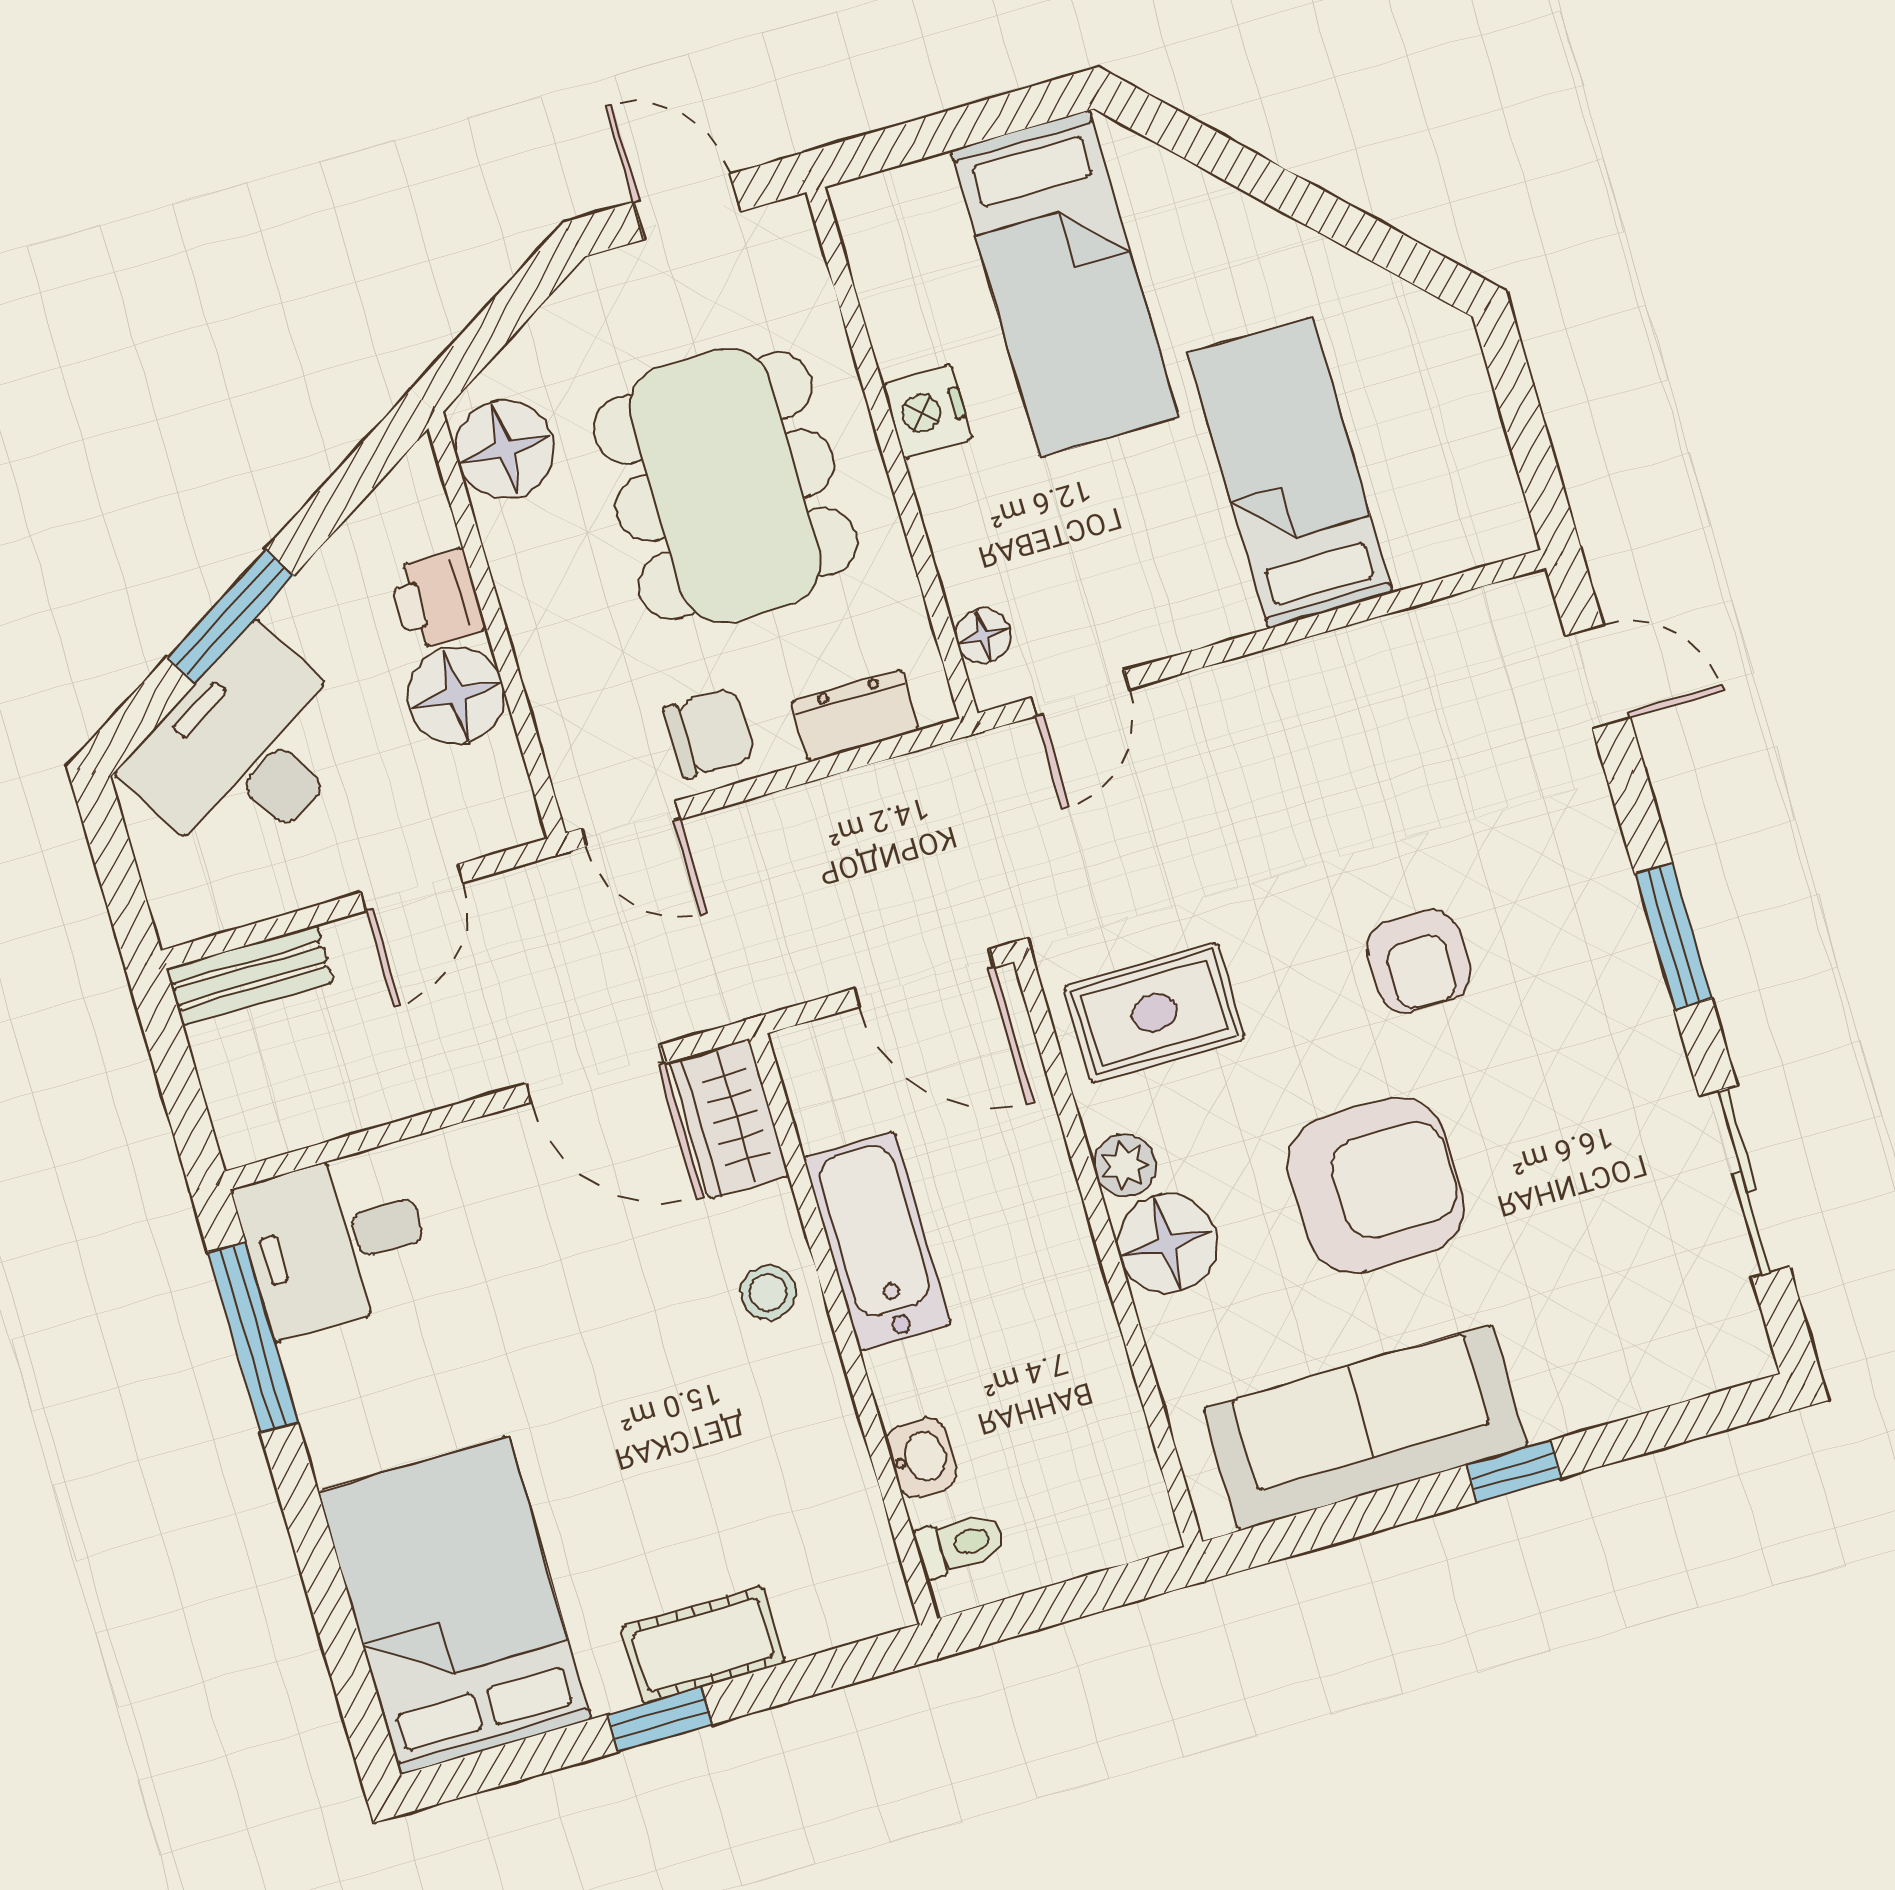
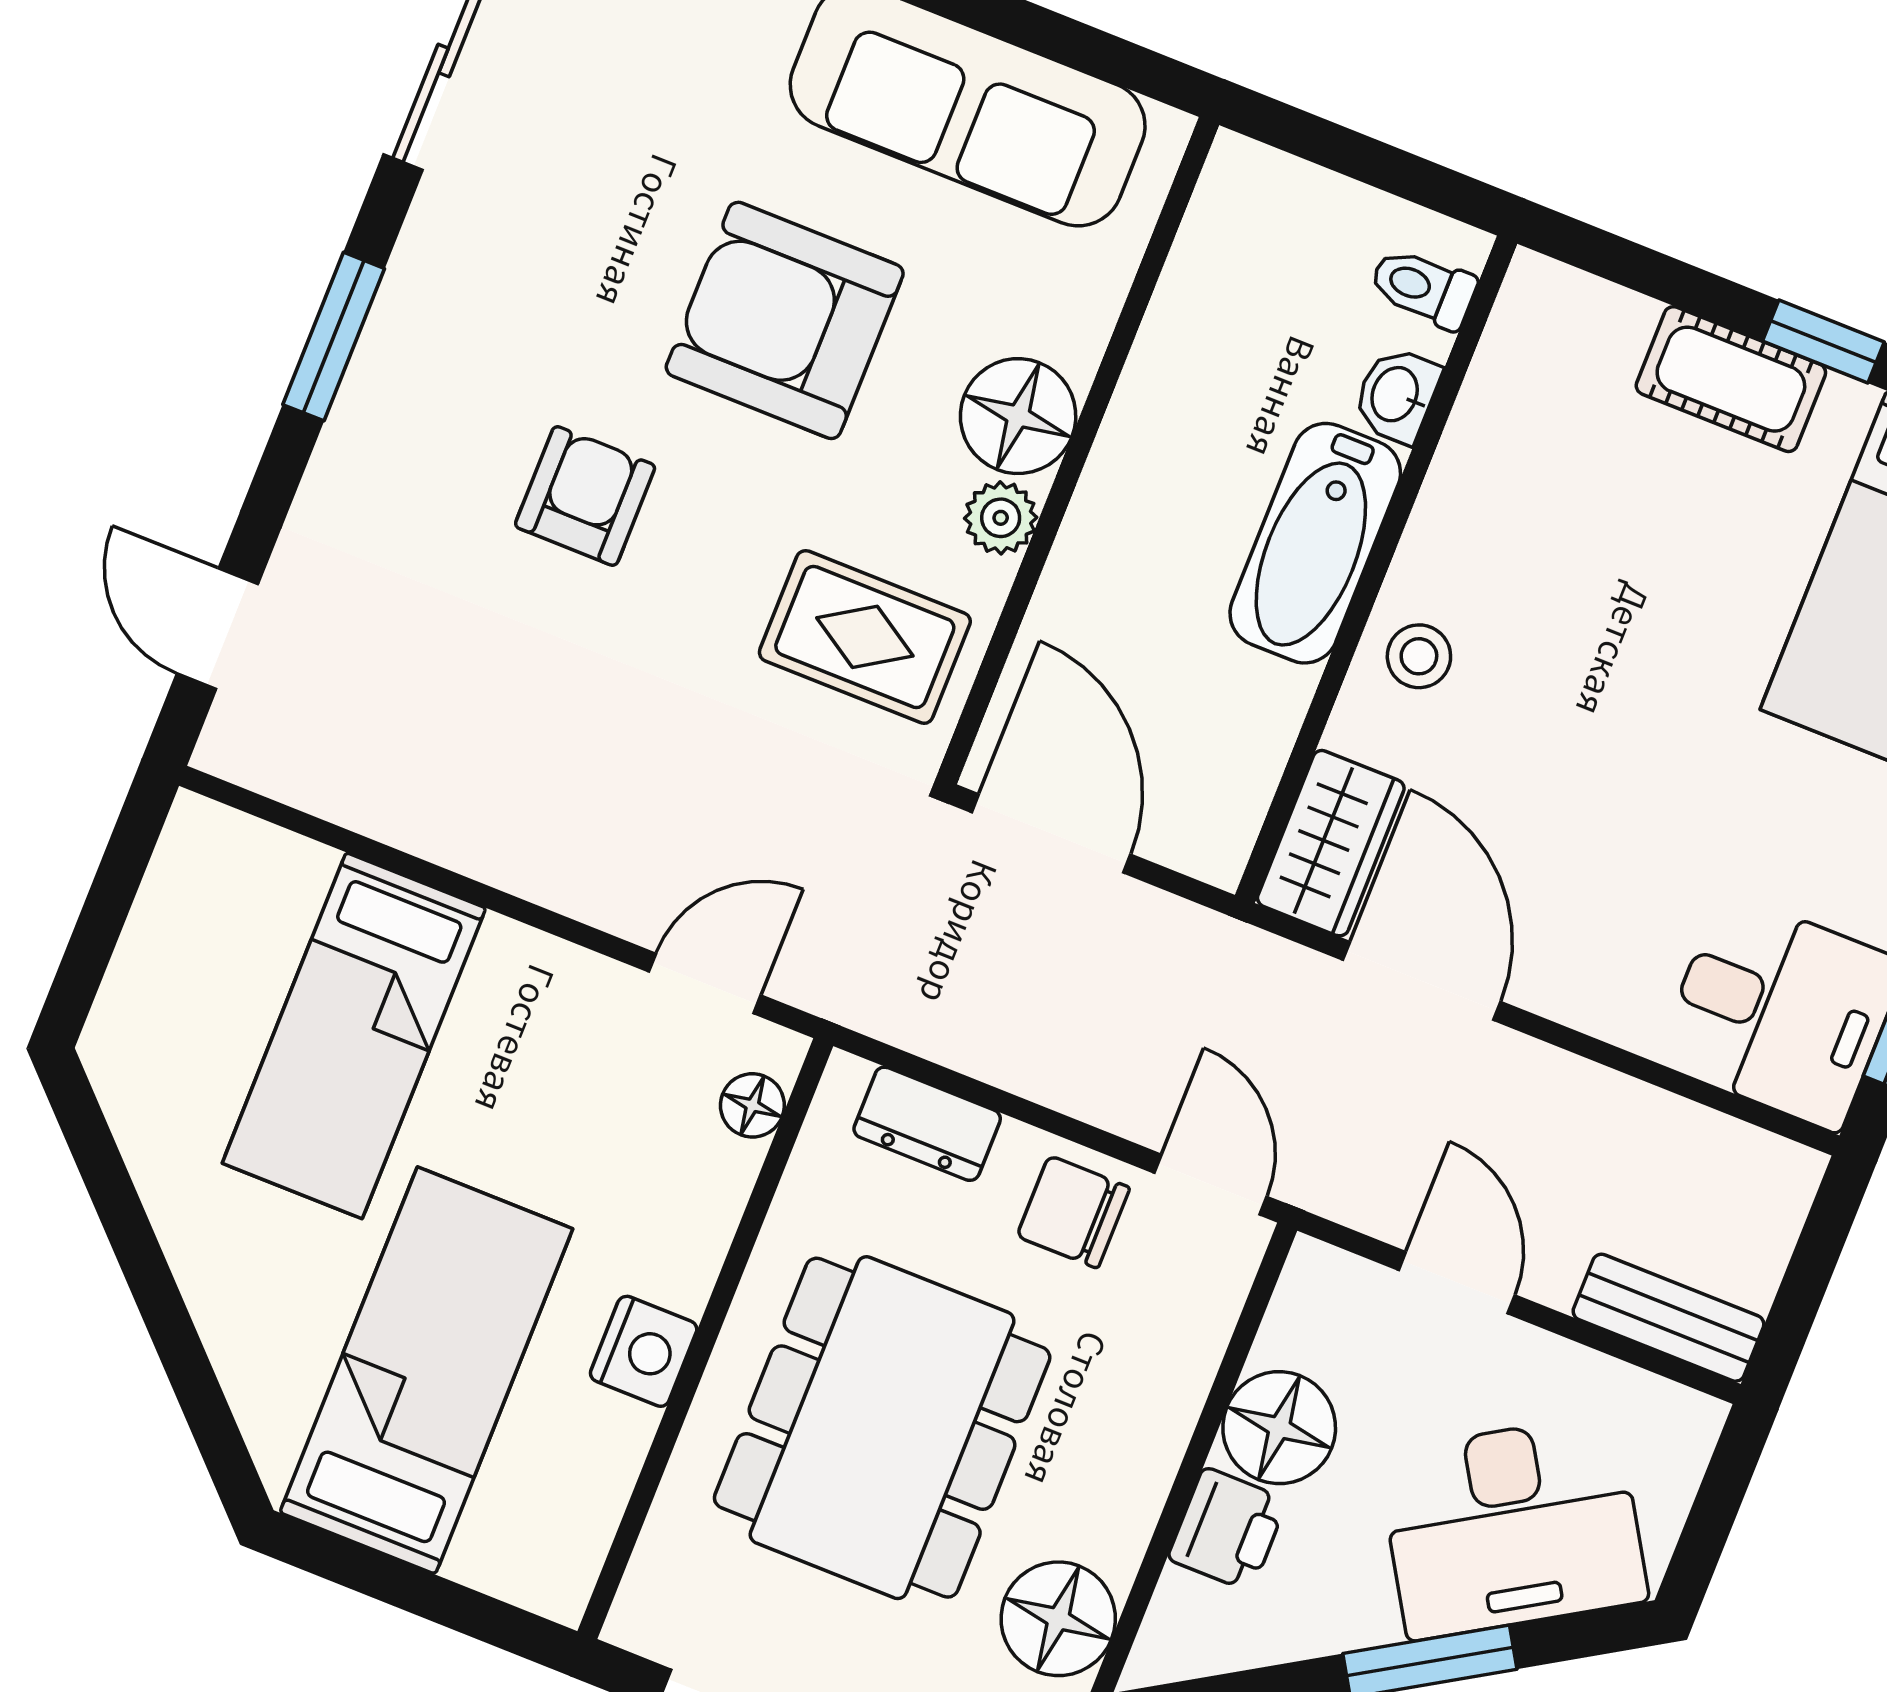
door: (412, 887) -> (1457, 1283), hinge flipped
bathtub: (877, 1241) -> (1315, 543), moved

